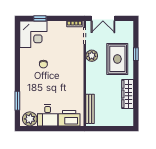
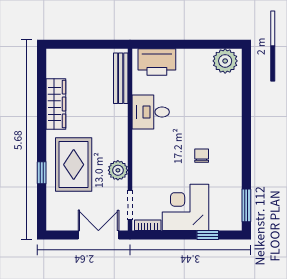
corner desk: (33, 34) -> (185, 207), moved
window: (17, 101) -> (246, 205), moved
desk: (48, 115) -> (151, 112), moved, turned -90

